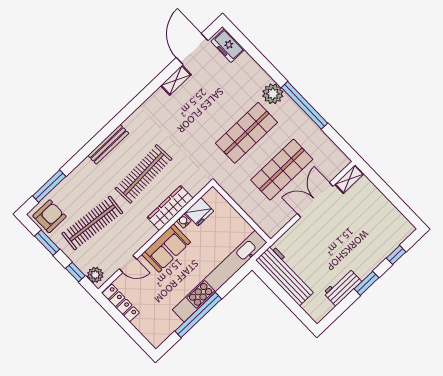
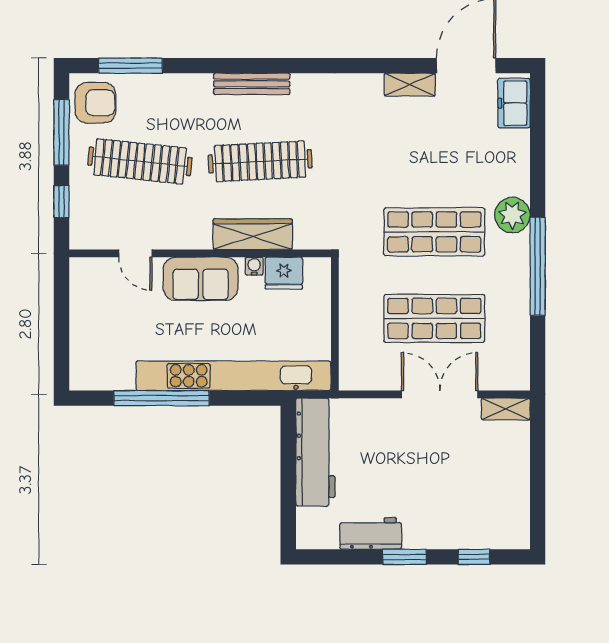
window: (47, 243) -> (61, 132), width x1.44
plant: (95, 275) -> (83, 228), removed
locker: (121, 303) -> (81, 292), removed

